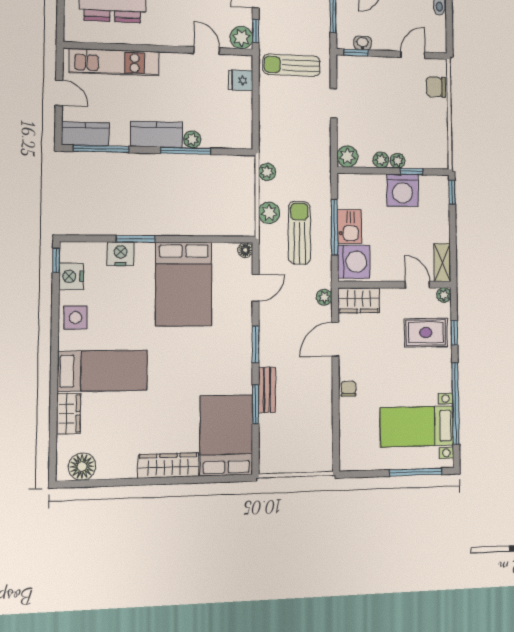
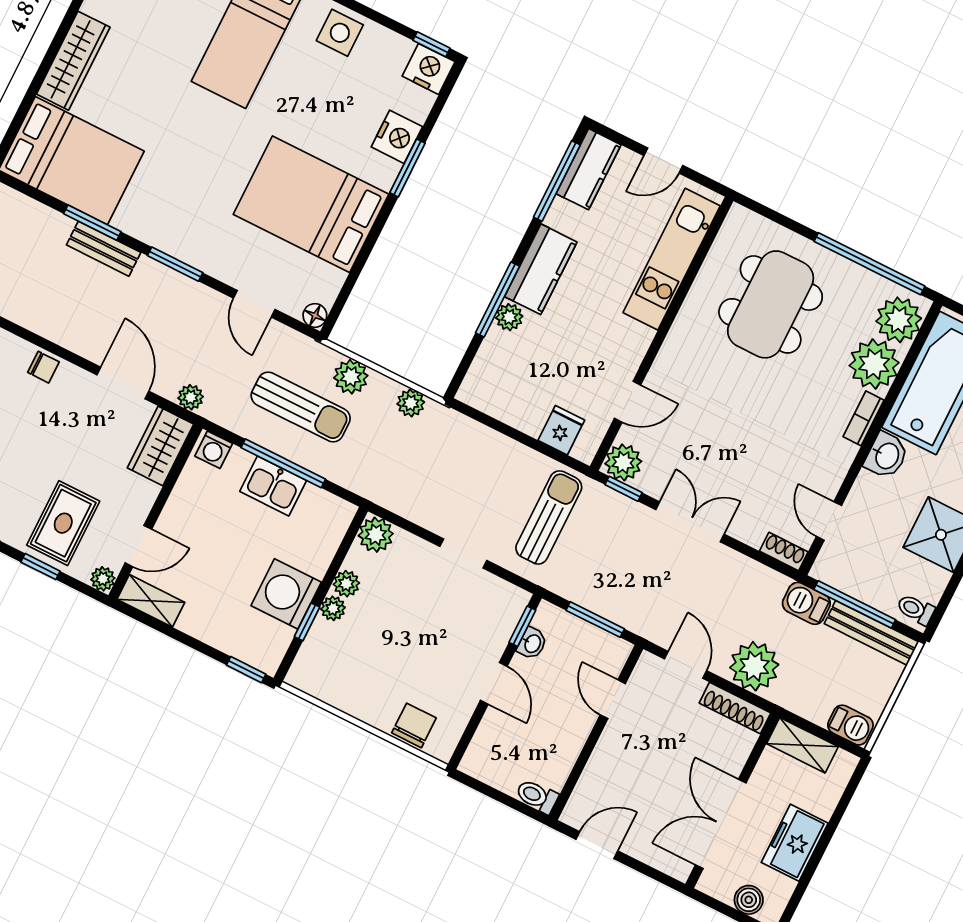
door: (413, 55) -> (494, 683), moved
washing machine: (354, 262) -> (214, 450), width x0.53, depth x0.53
nightstand: (71, 276) -> (429, 69), moved

